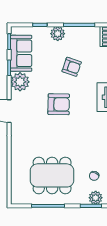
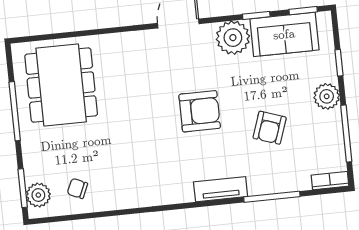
armchair: (59, 104) -> (200, 111), turned -91
dining table: (52, 175) -> (61, 85), moved

